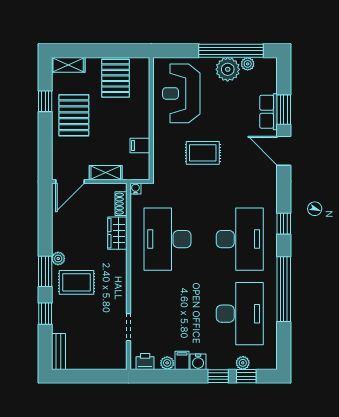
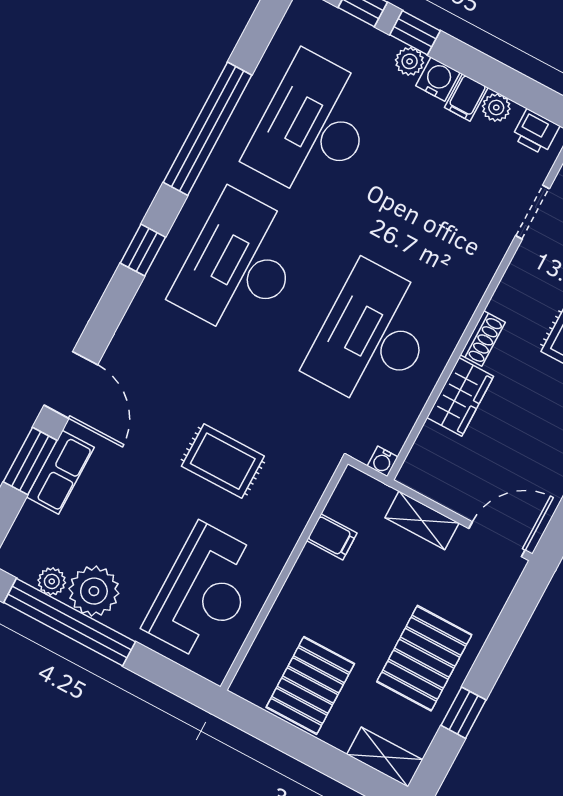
shoe rack: (121, 204) -> (483, 339), moved
desk: (168, 239) -> (373, 336), turned 180
plant: (243, 363) -> (410, 61), moved

